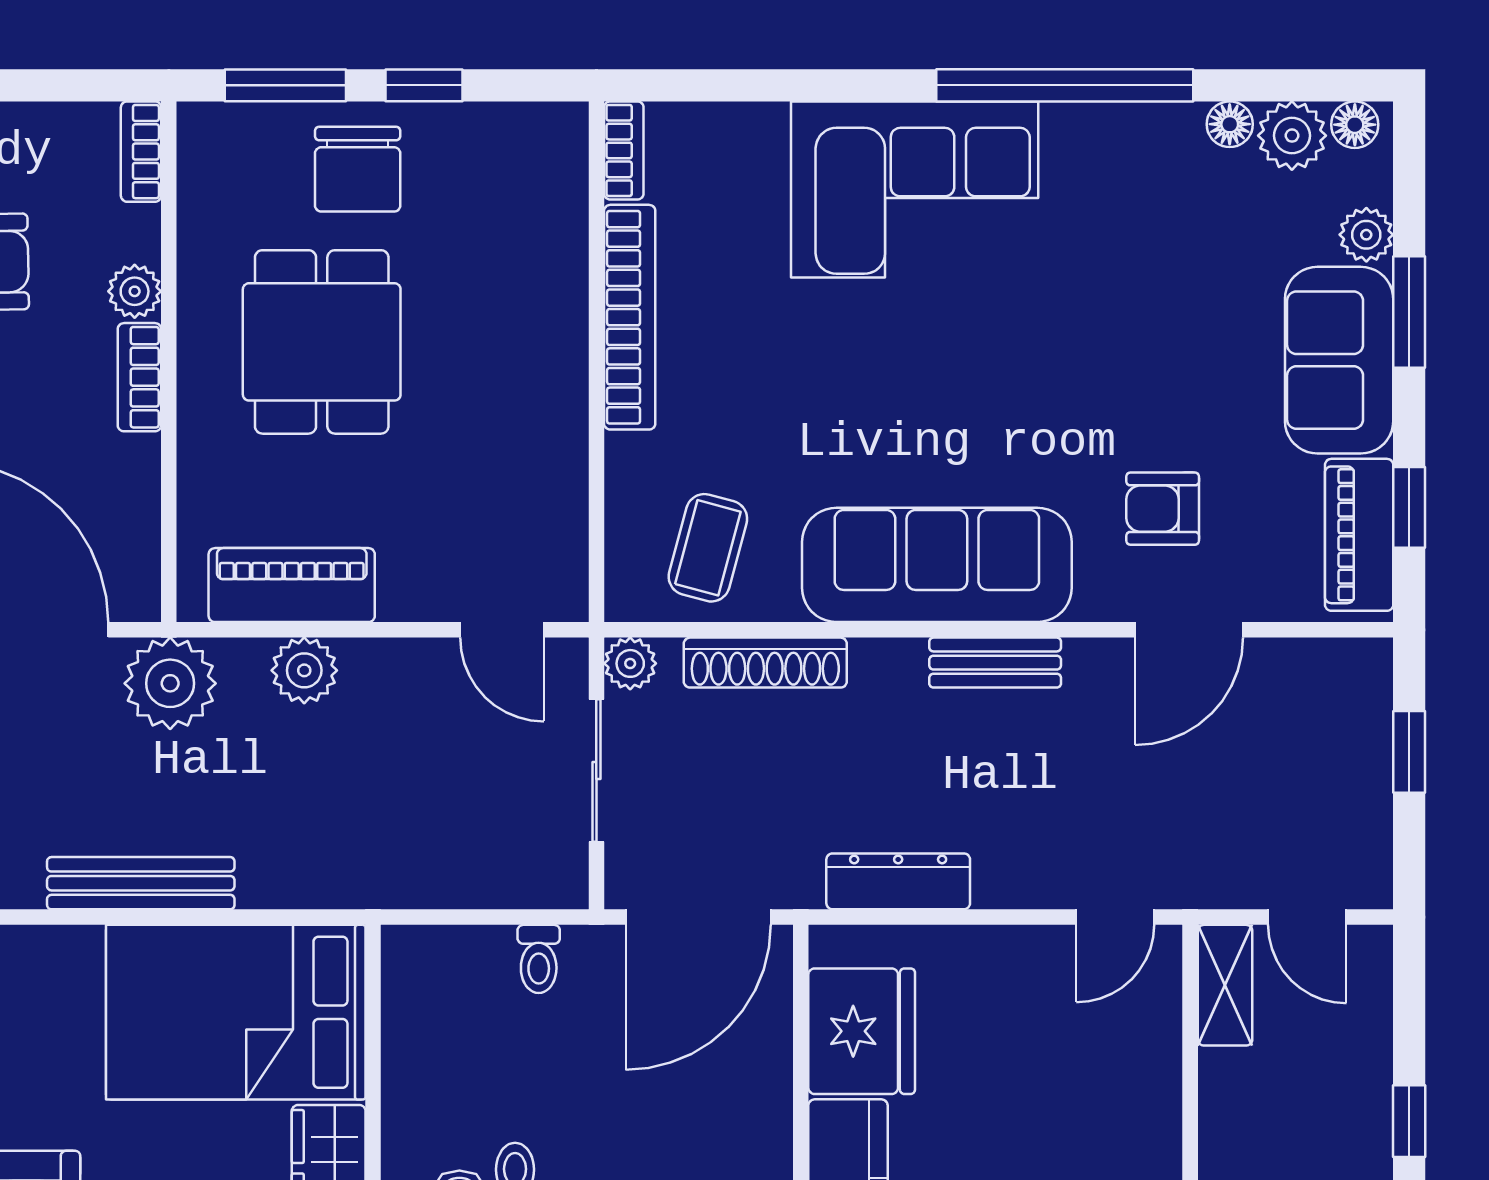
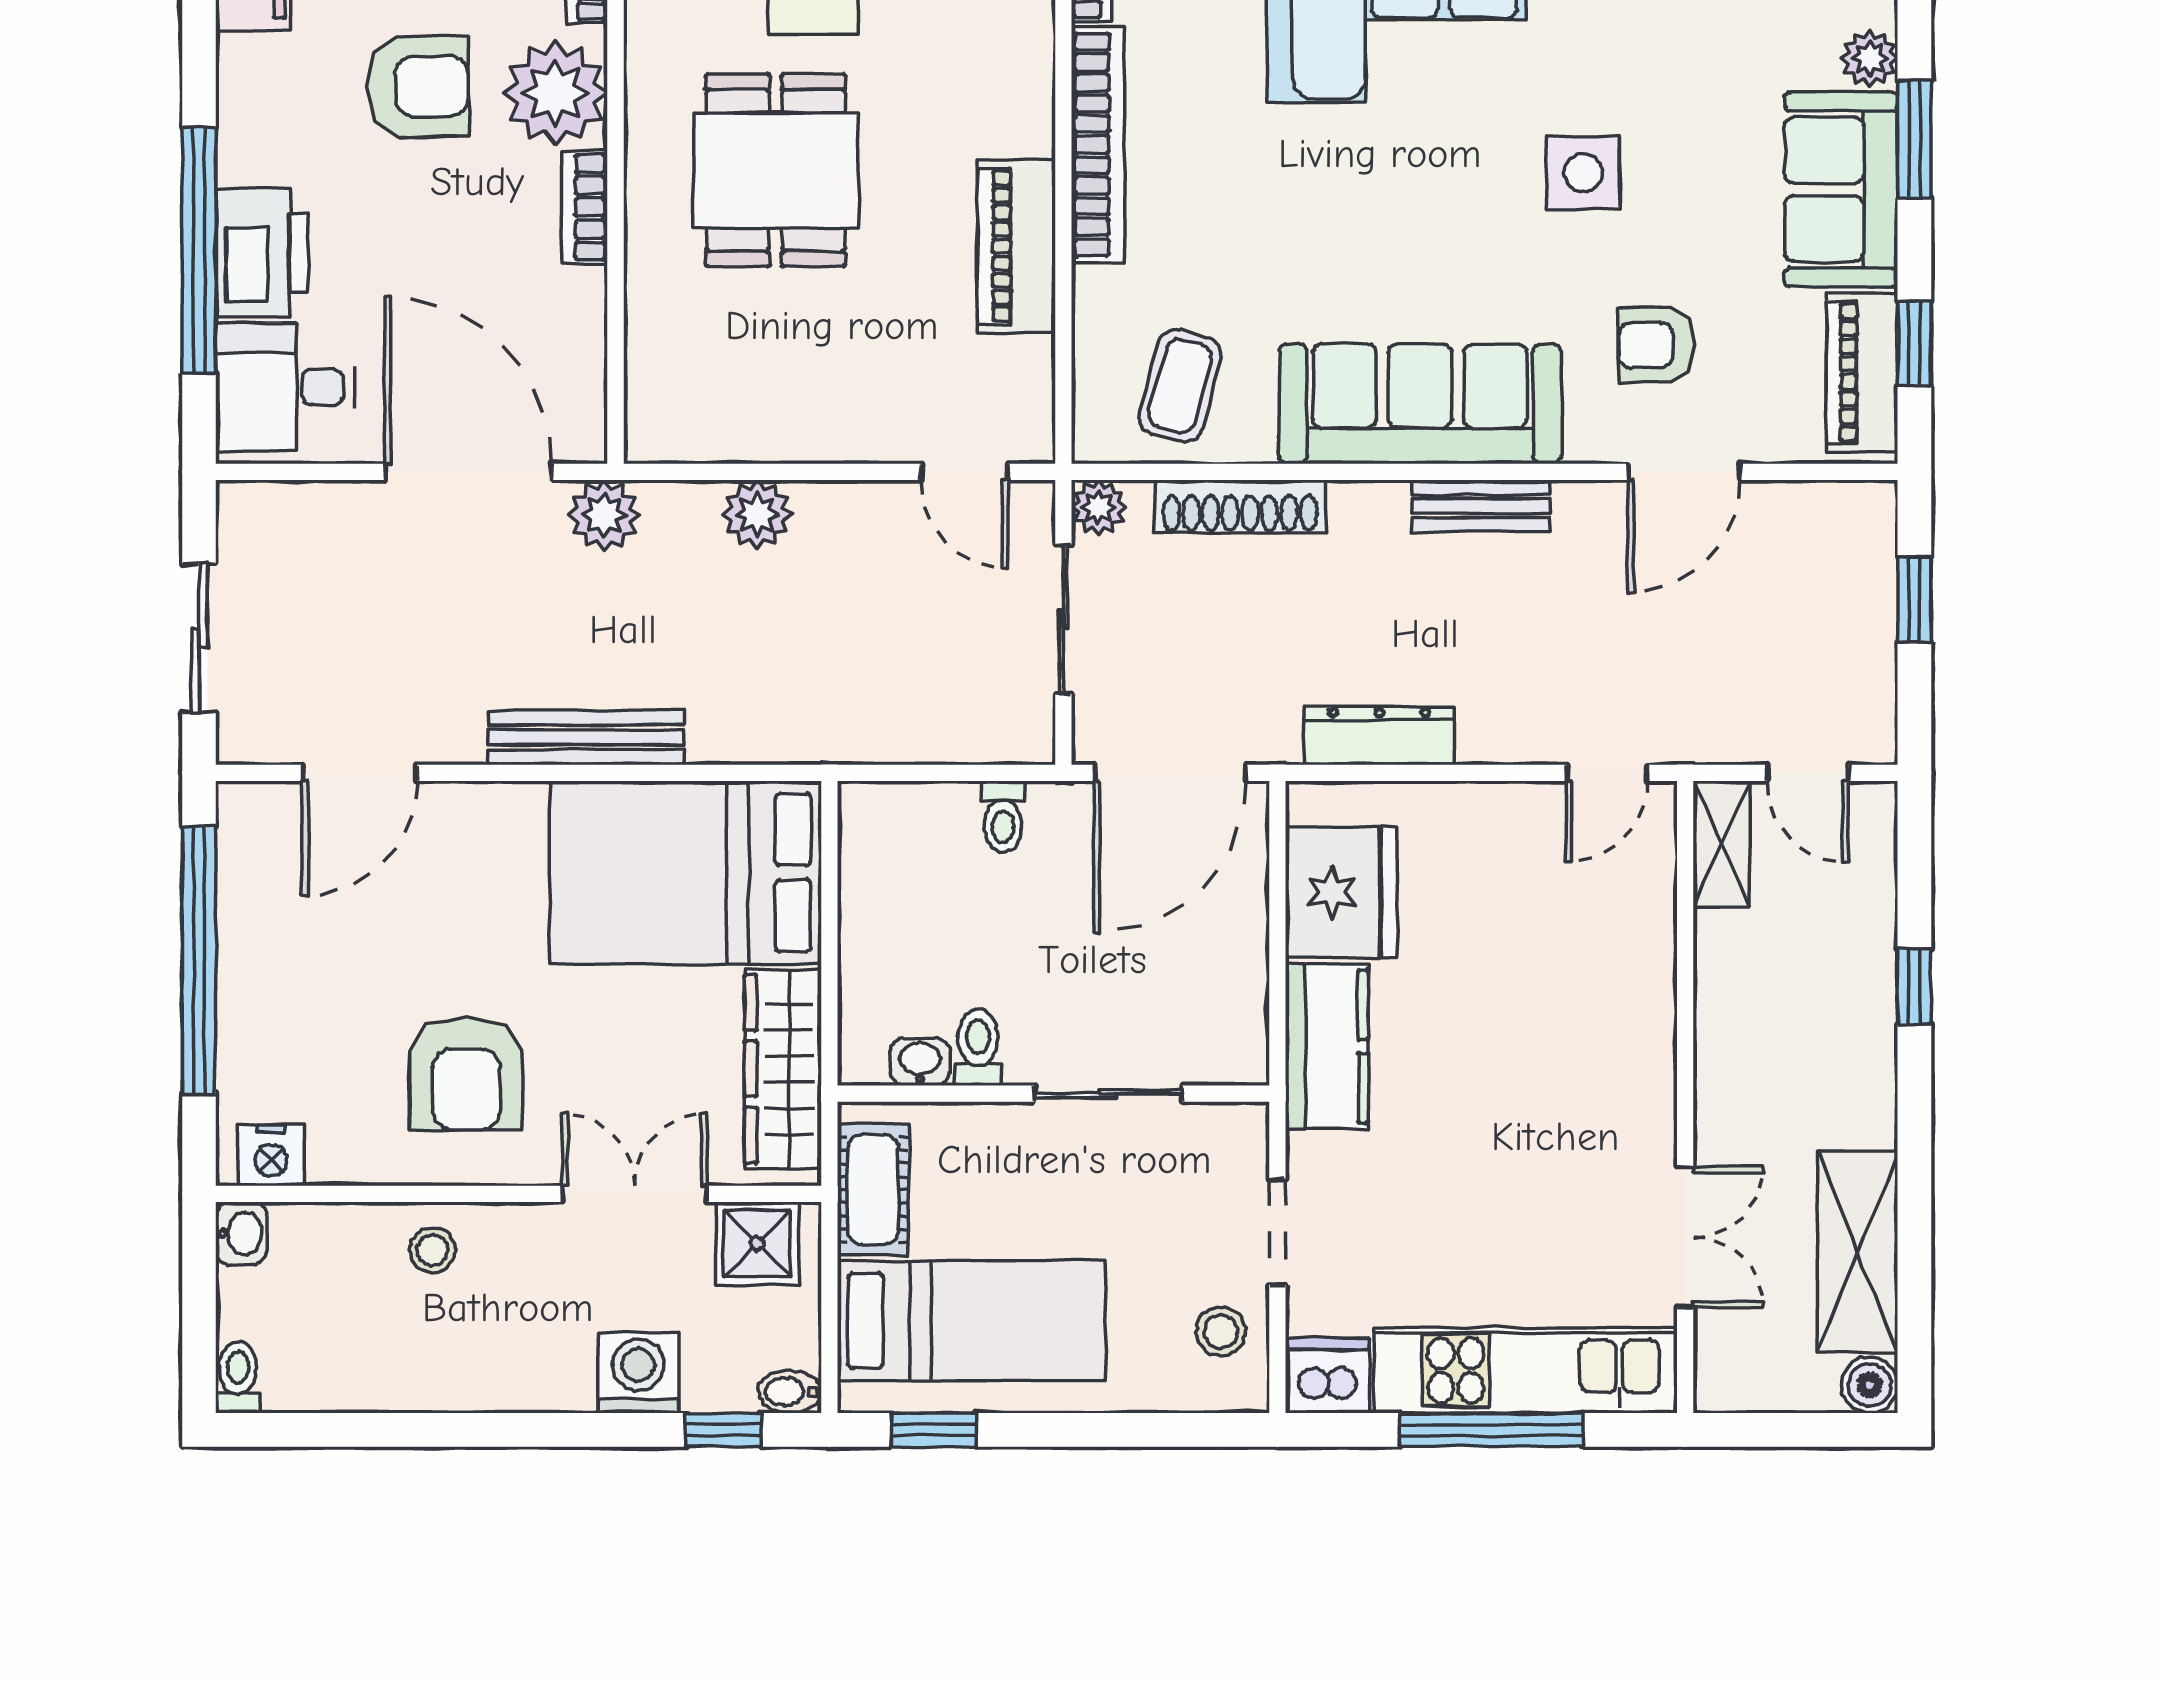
plant: (135, 291) -> (555, 93), width x1.88, depth x1.88
side table: (1093, 344) -> (1583, 173), added
piano: (292, 585) -> (1017, 246), moved, turned -90
plant: (170, 683) -> (604, 515), width x0.73, depth x0.73

